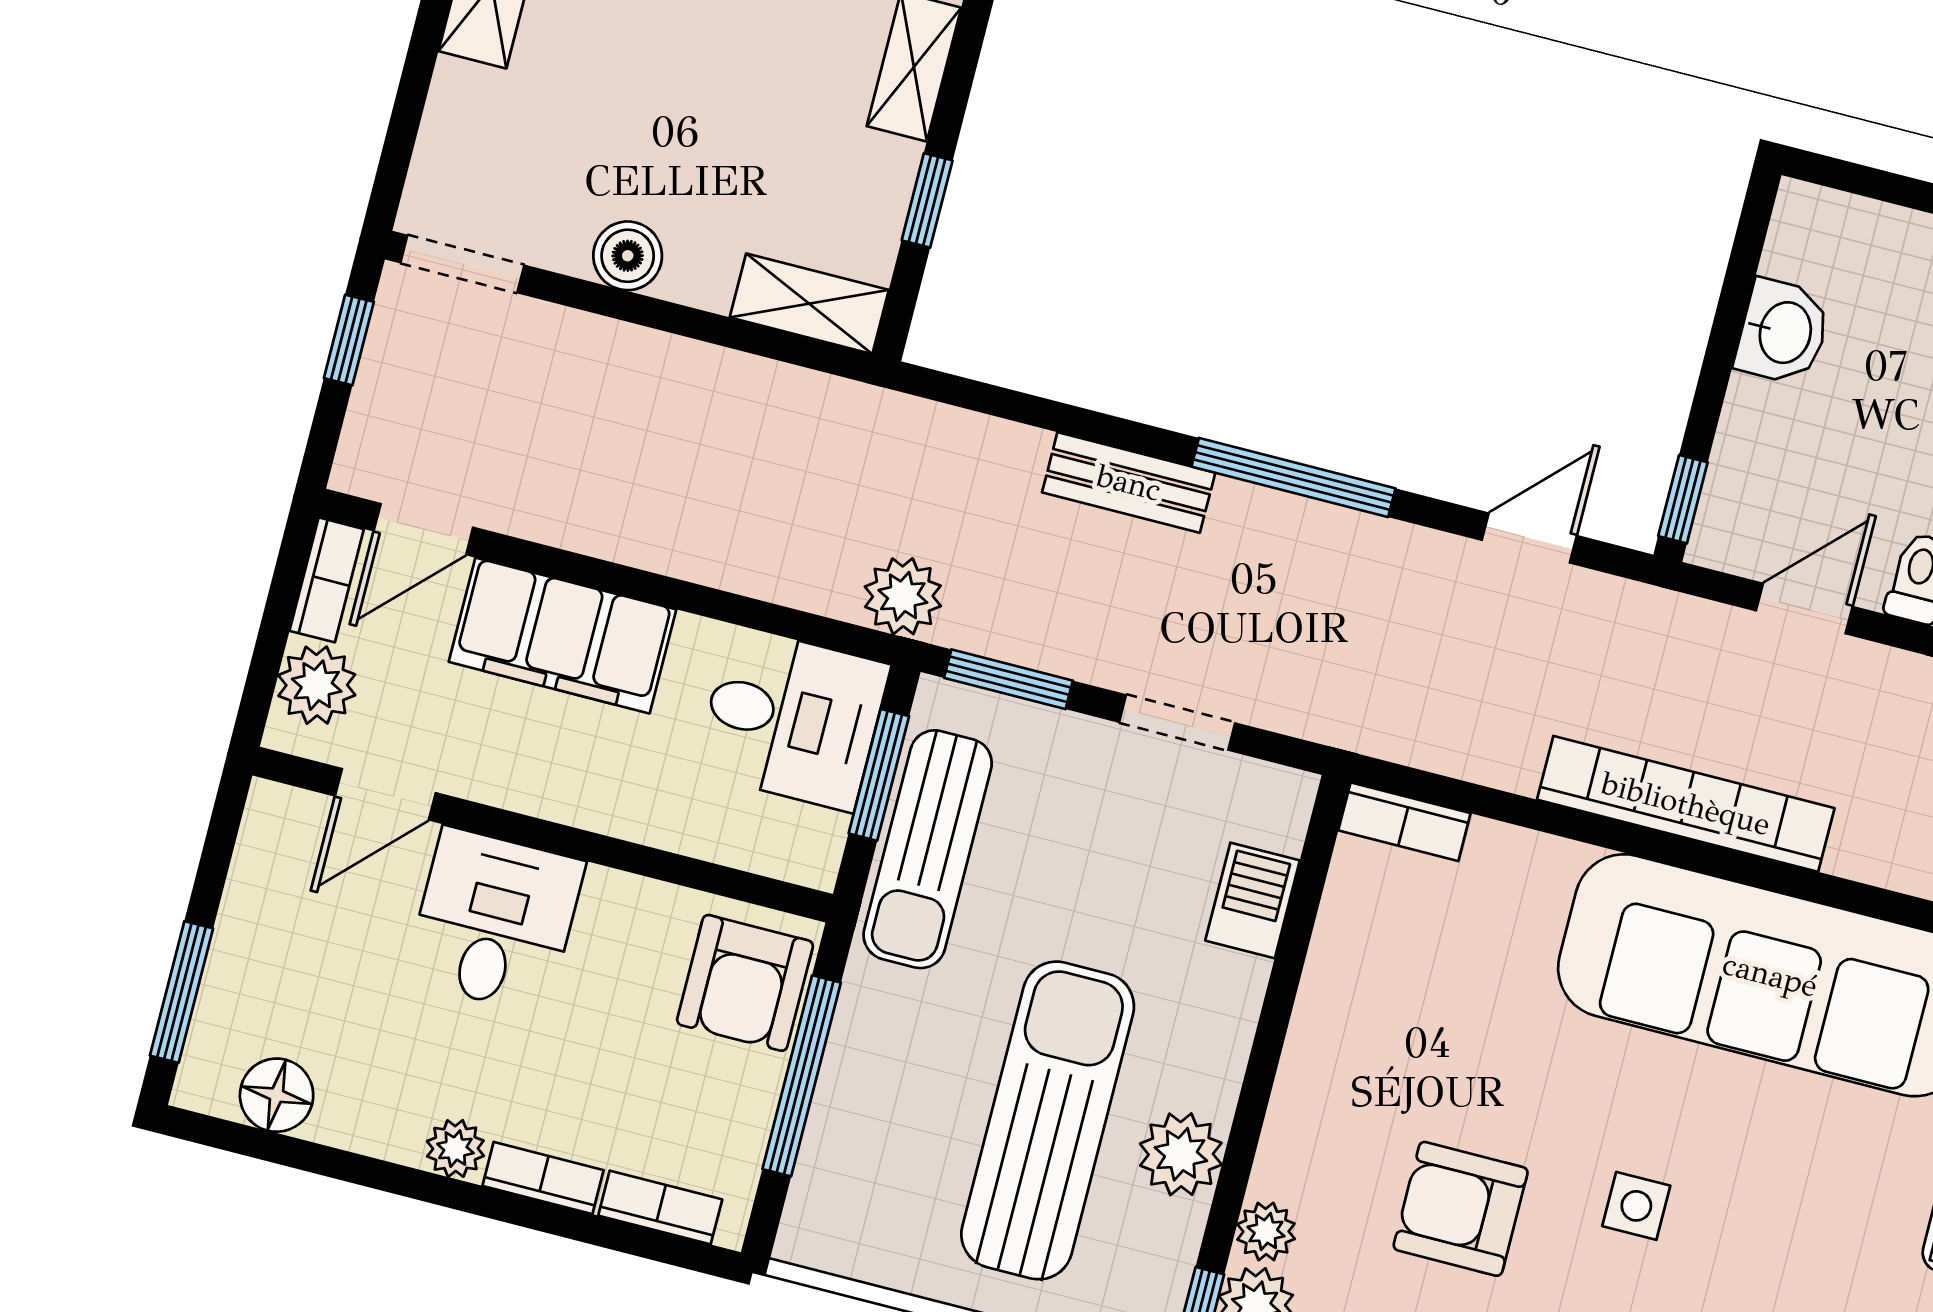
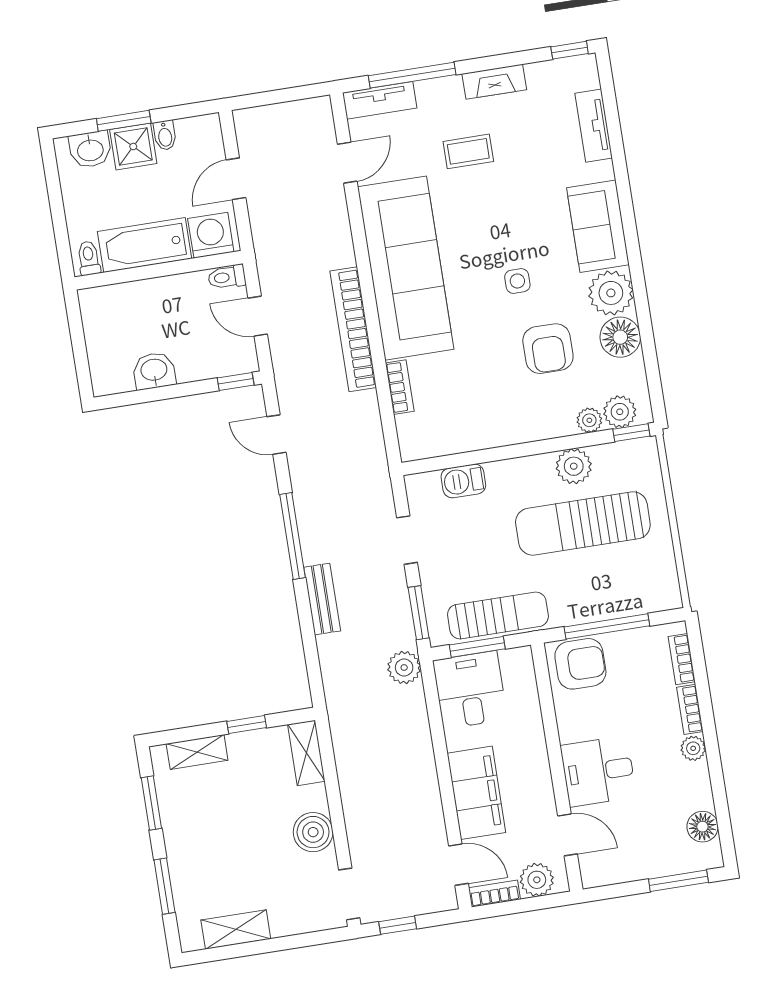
boiler: (628, 256) -> (313, 832), width x1.36, depth x1.36
bookcase: (1404, 822) -> (400, 387), moved

